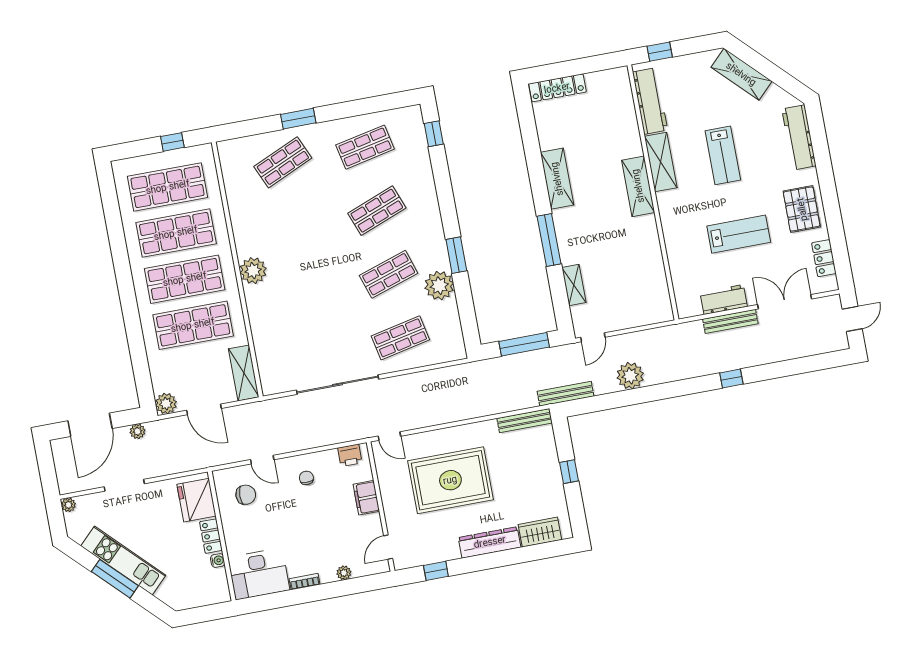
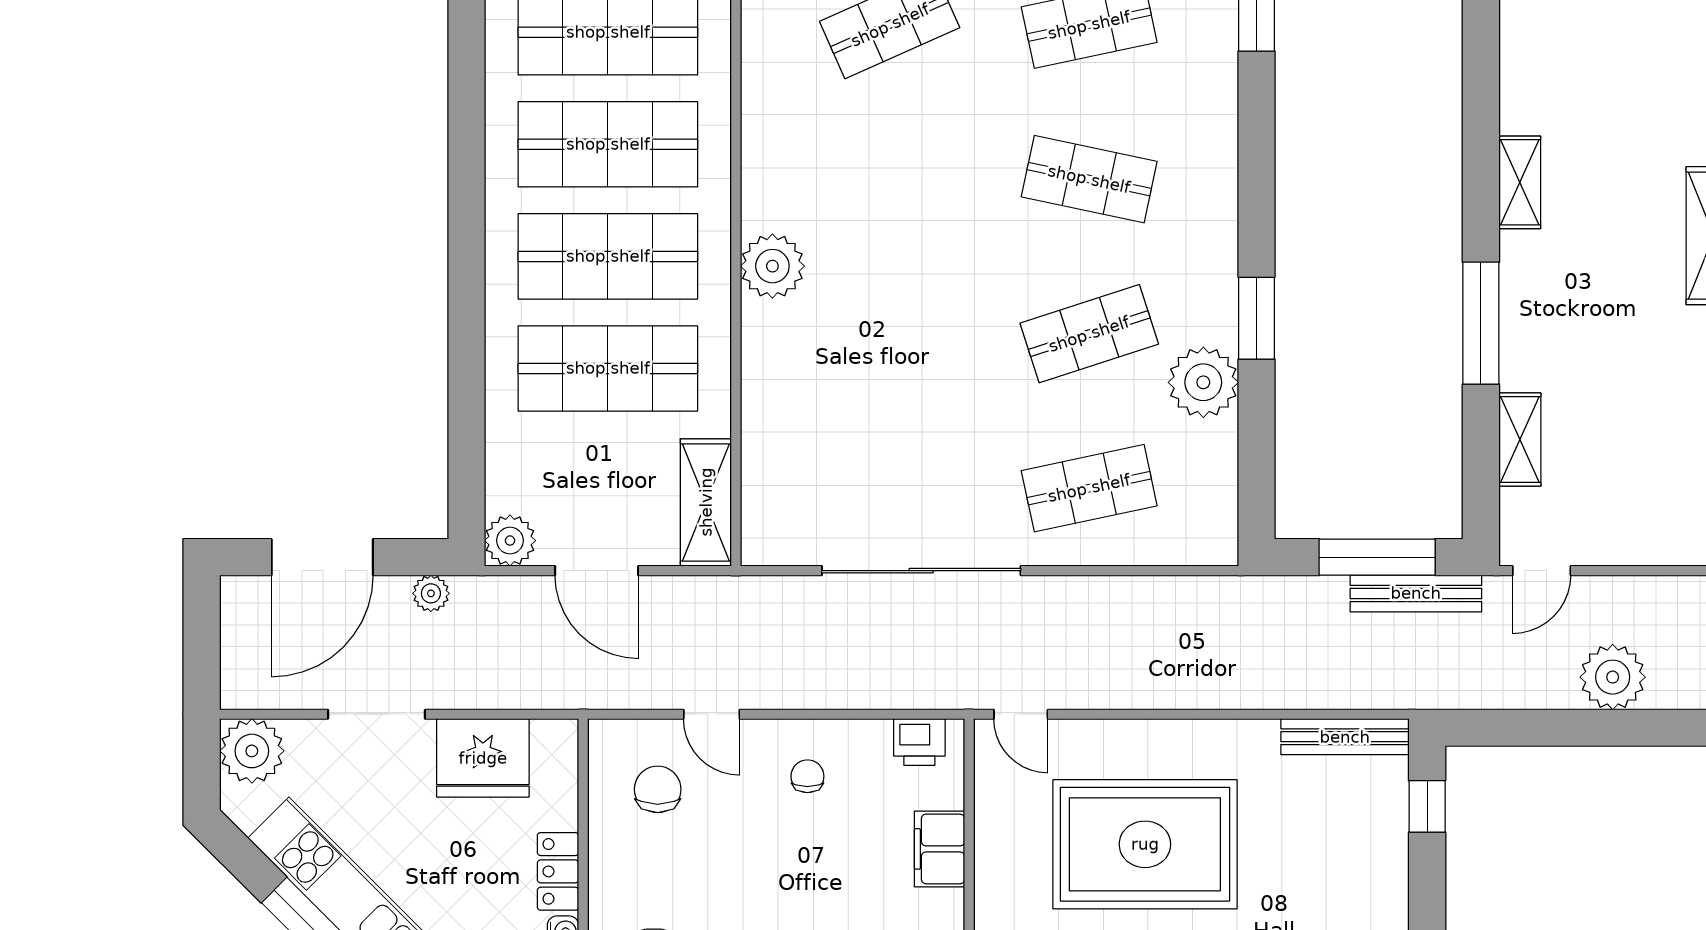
shelving: (557, 179) -> (1520, 182), width x0.67, depth x0.75
shop shelf: (377, 211) -> (1089, 179), turned 33
bench: (565, 394) -> (1416, 593), moved
window: (569, 472) -> (1427, 806), moved
chair: (246, 495) -> (658, 789), turned -91
fridge: (196, 500) -> (483, 758), moved, turned -90
plant: (68, 505) -> (252, 751), width x1.88, depth x1.88

